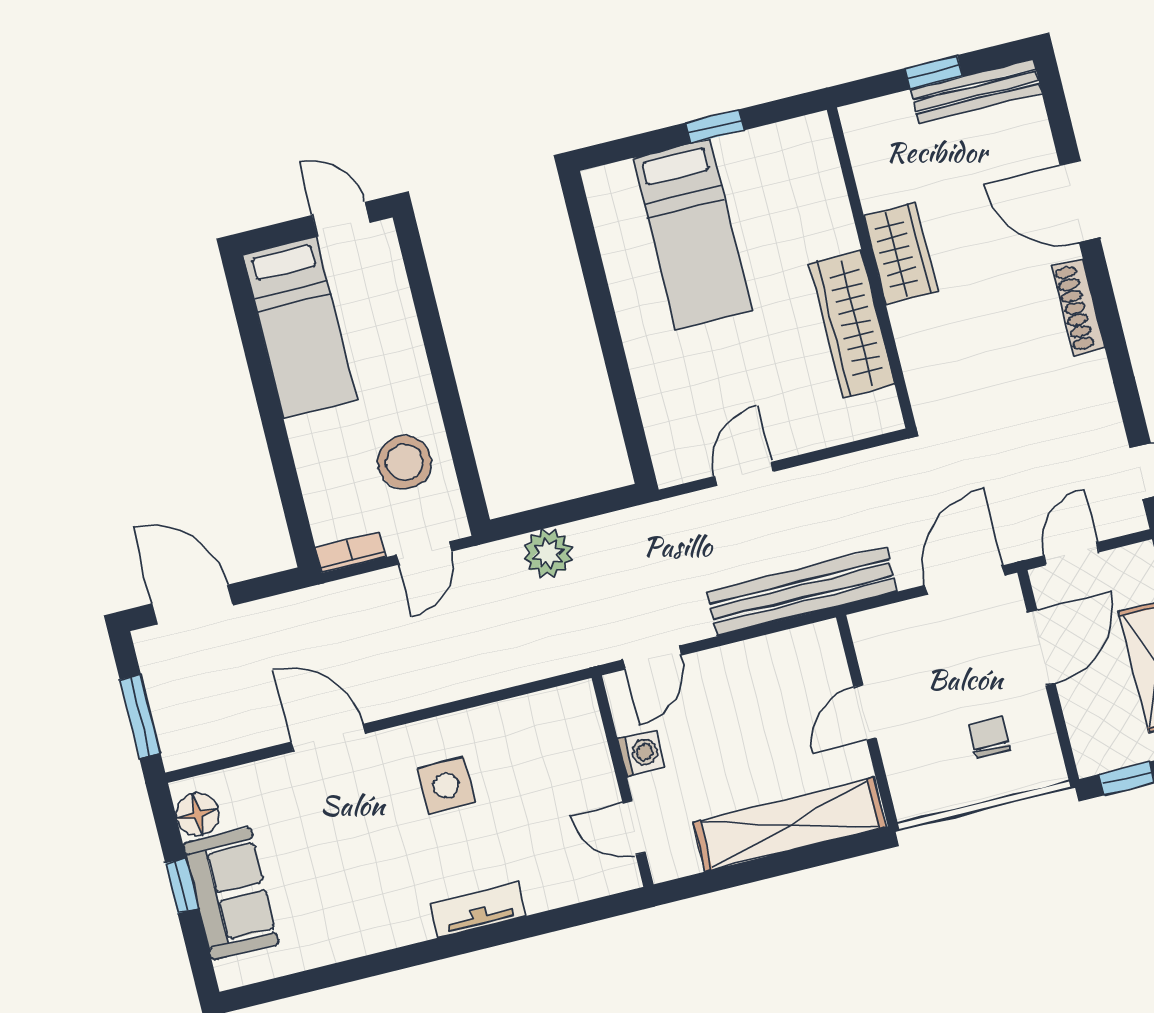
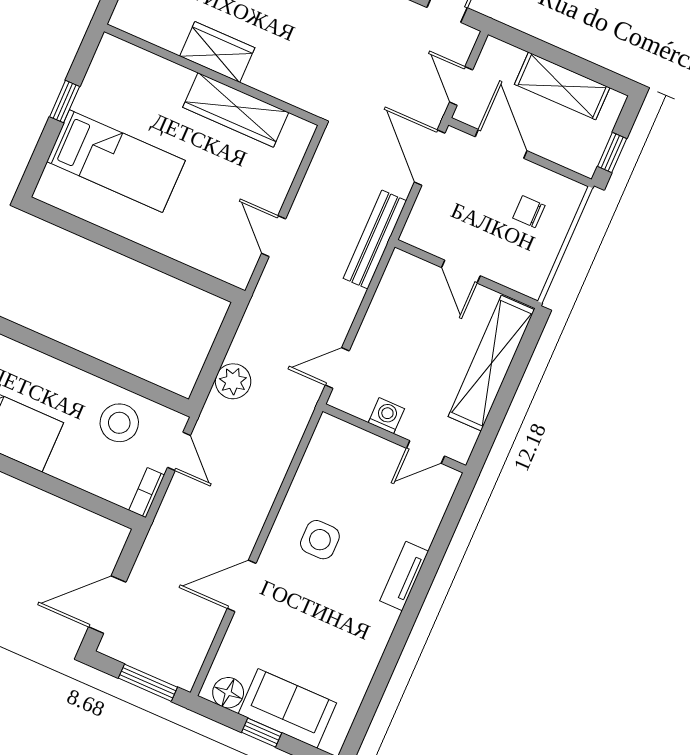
bench: (802, 591) -> (375, 240), width x0.73, depth x0.82
door: (652, 658) -> (337, 368), swing flipped

